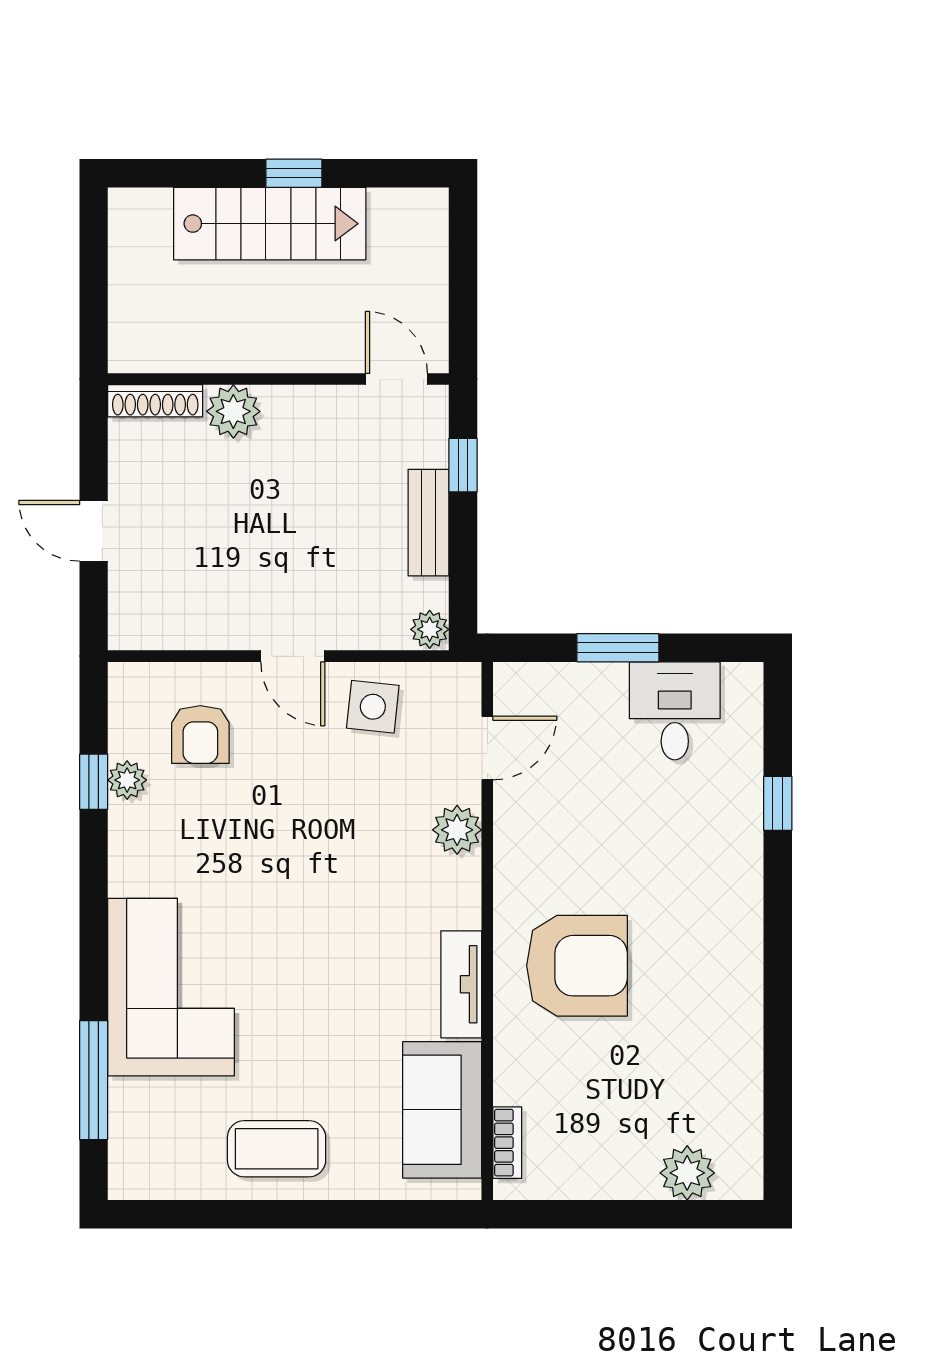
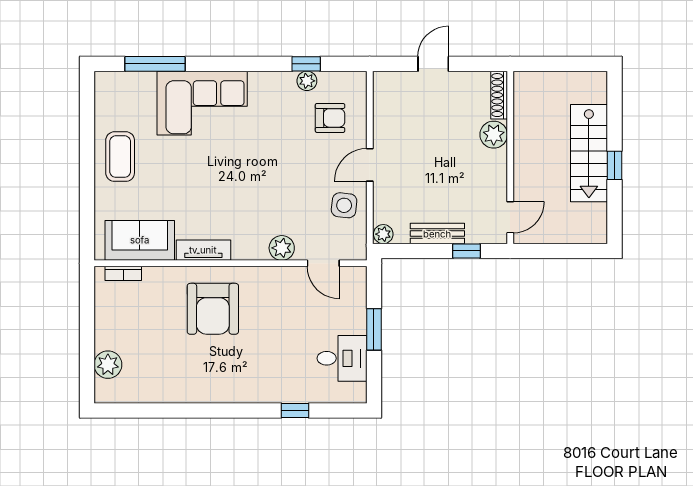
armchair: (200, 734) -> (330, 118), turned 180

